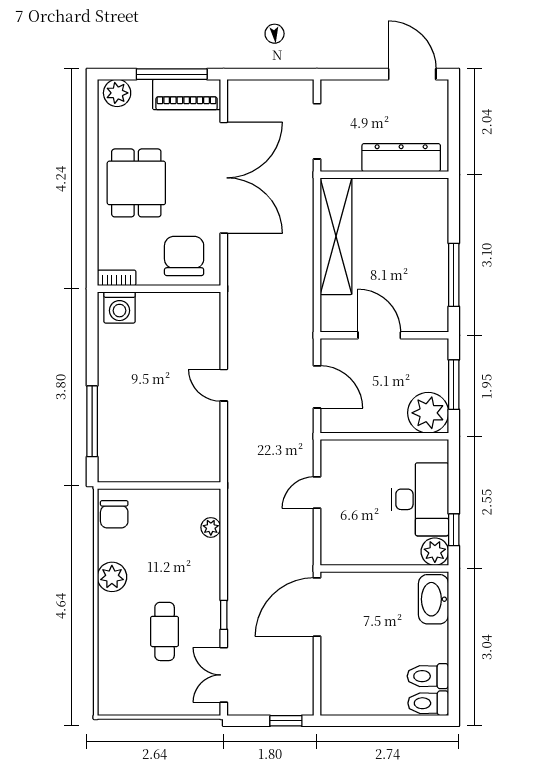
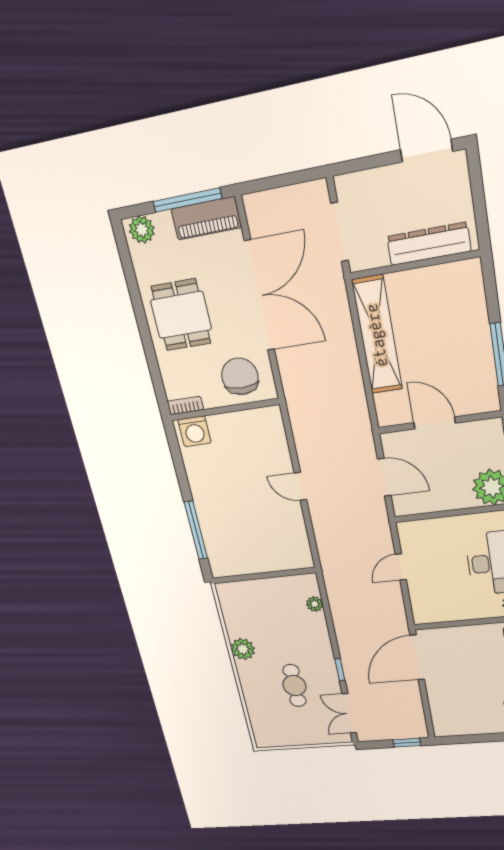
chair: (114, 514) -> (233, 602), removed

